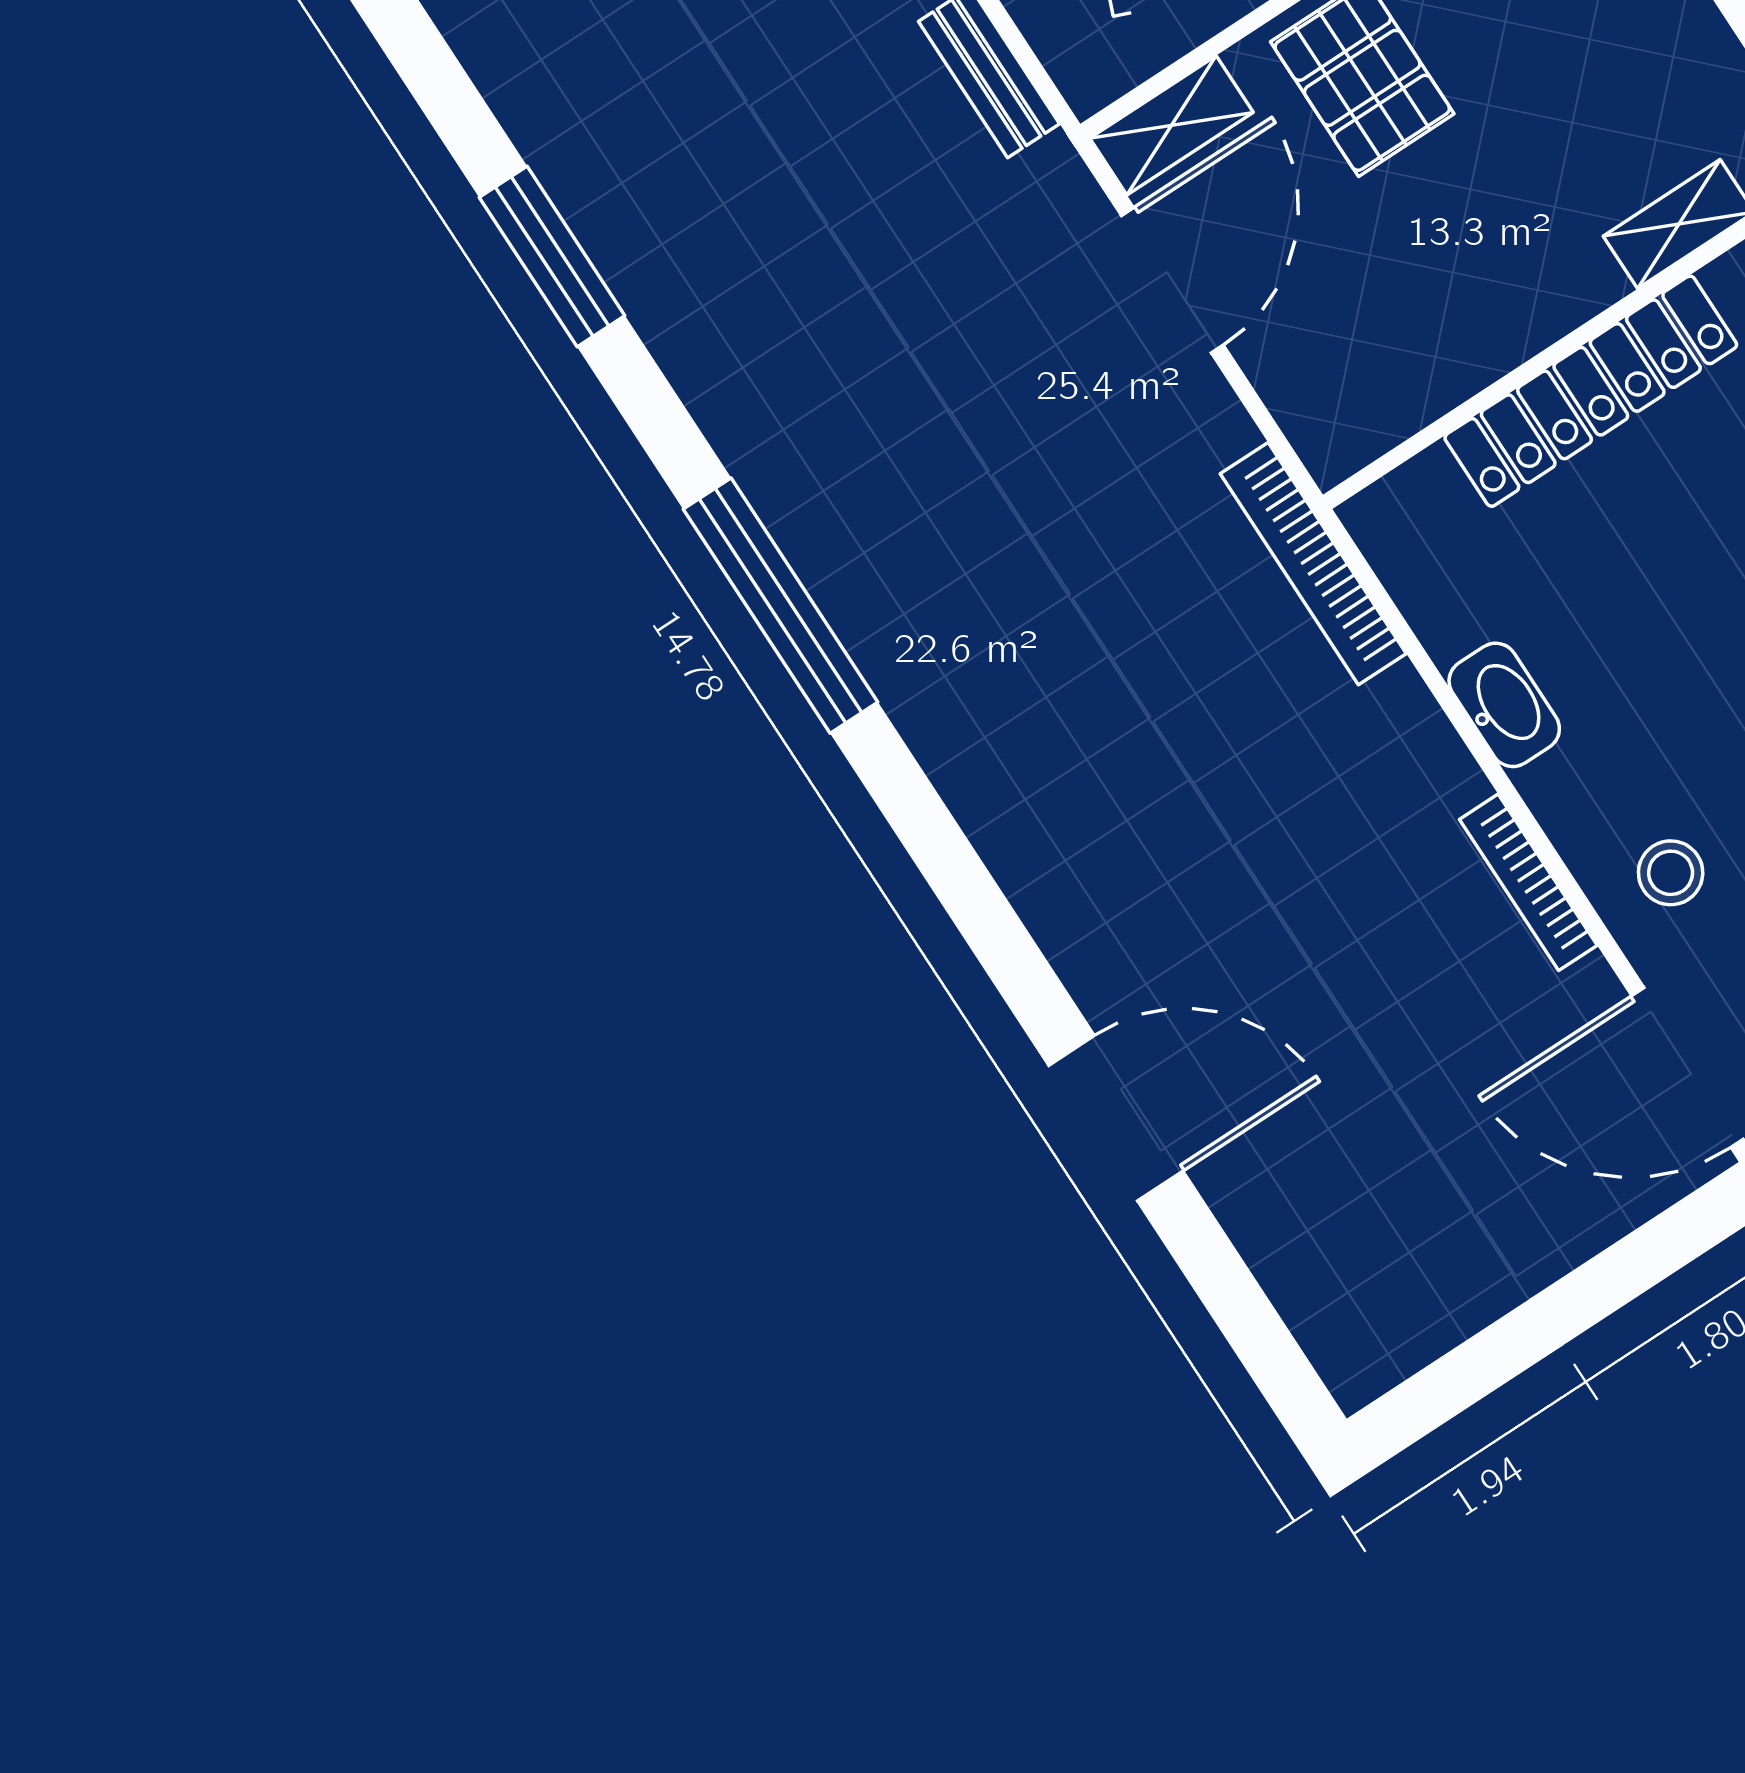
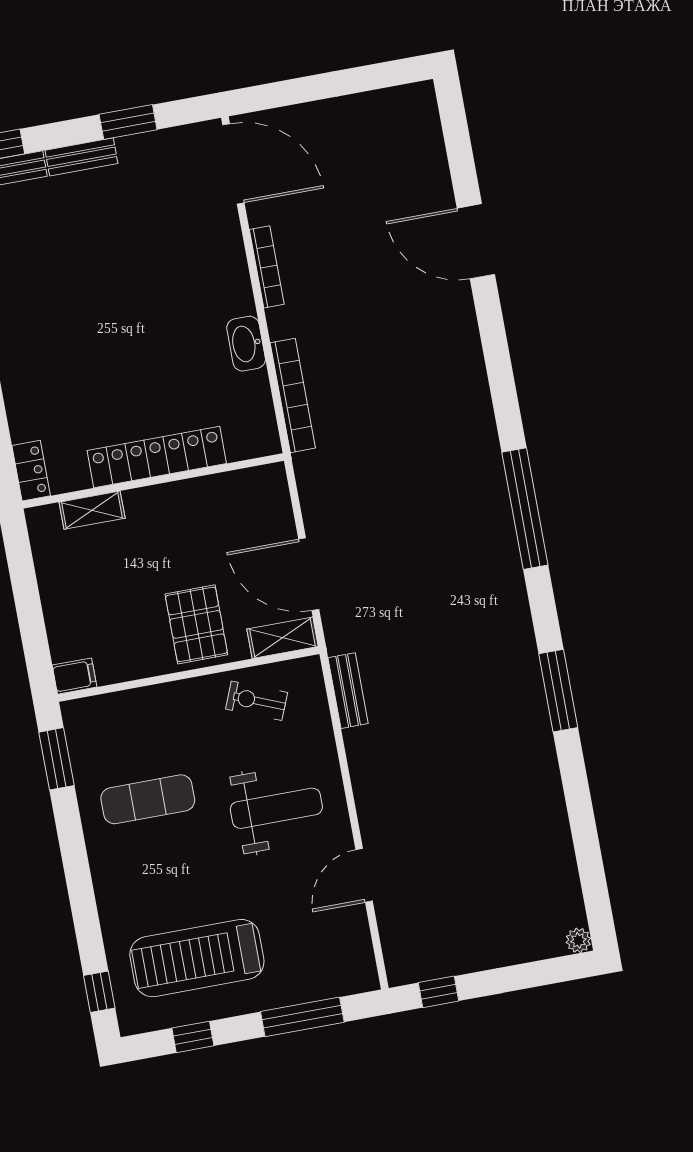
door: (1172, 280) -> (309, 574), hinge flipped
bookcase: (1313, 564) -> (293, 395), moved
stool: (1671, 873) -> (207, 246), removed

